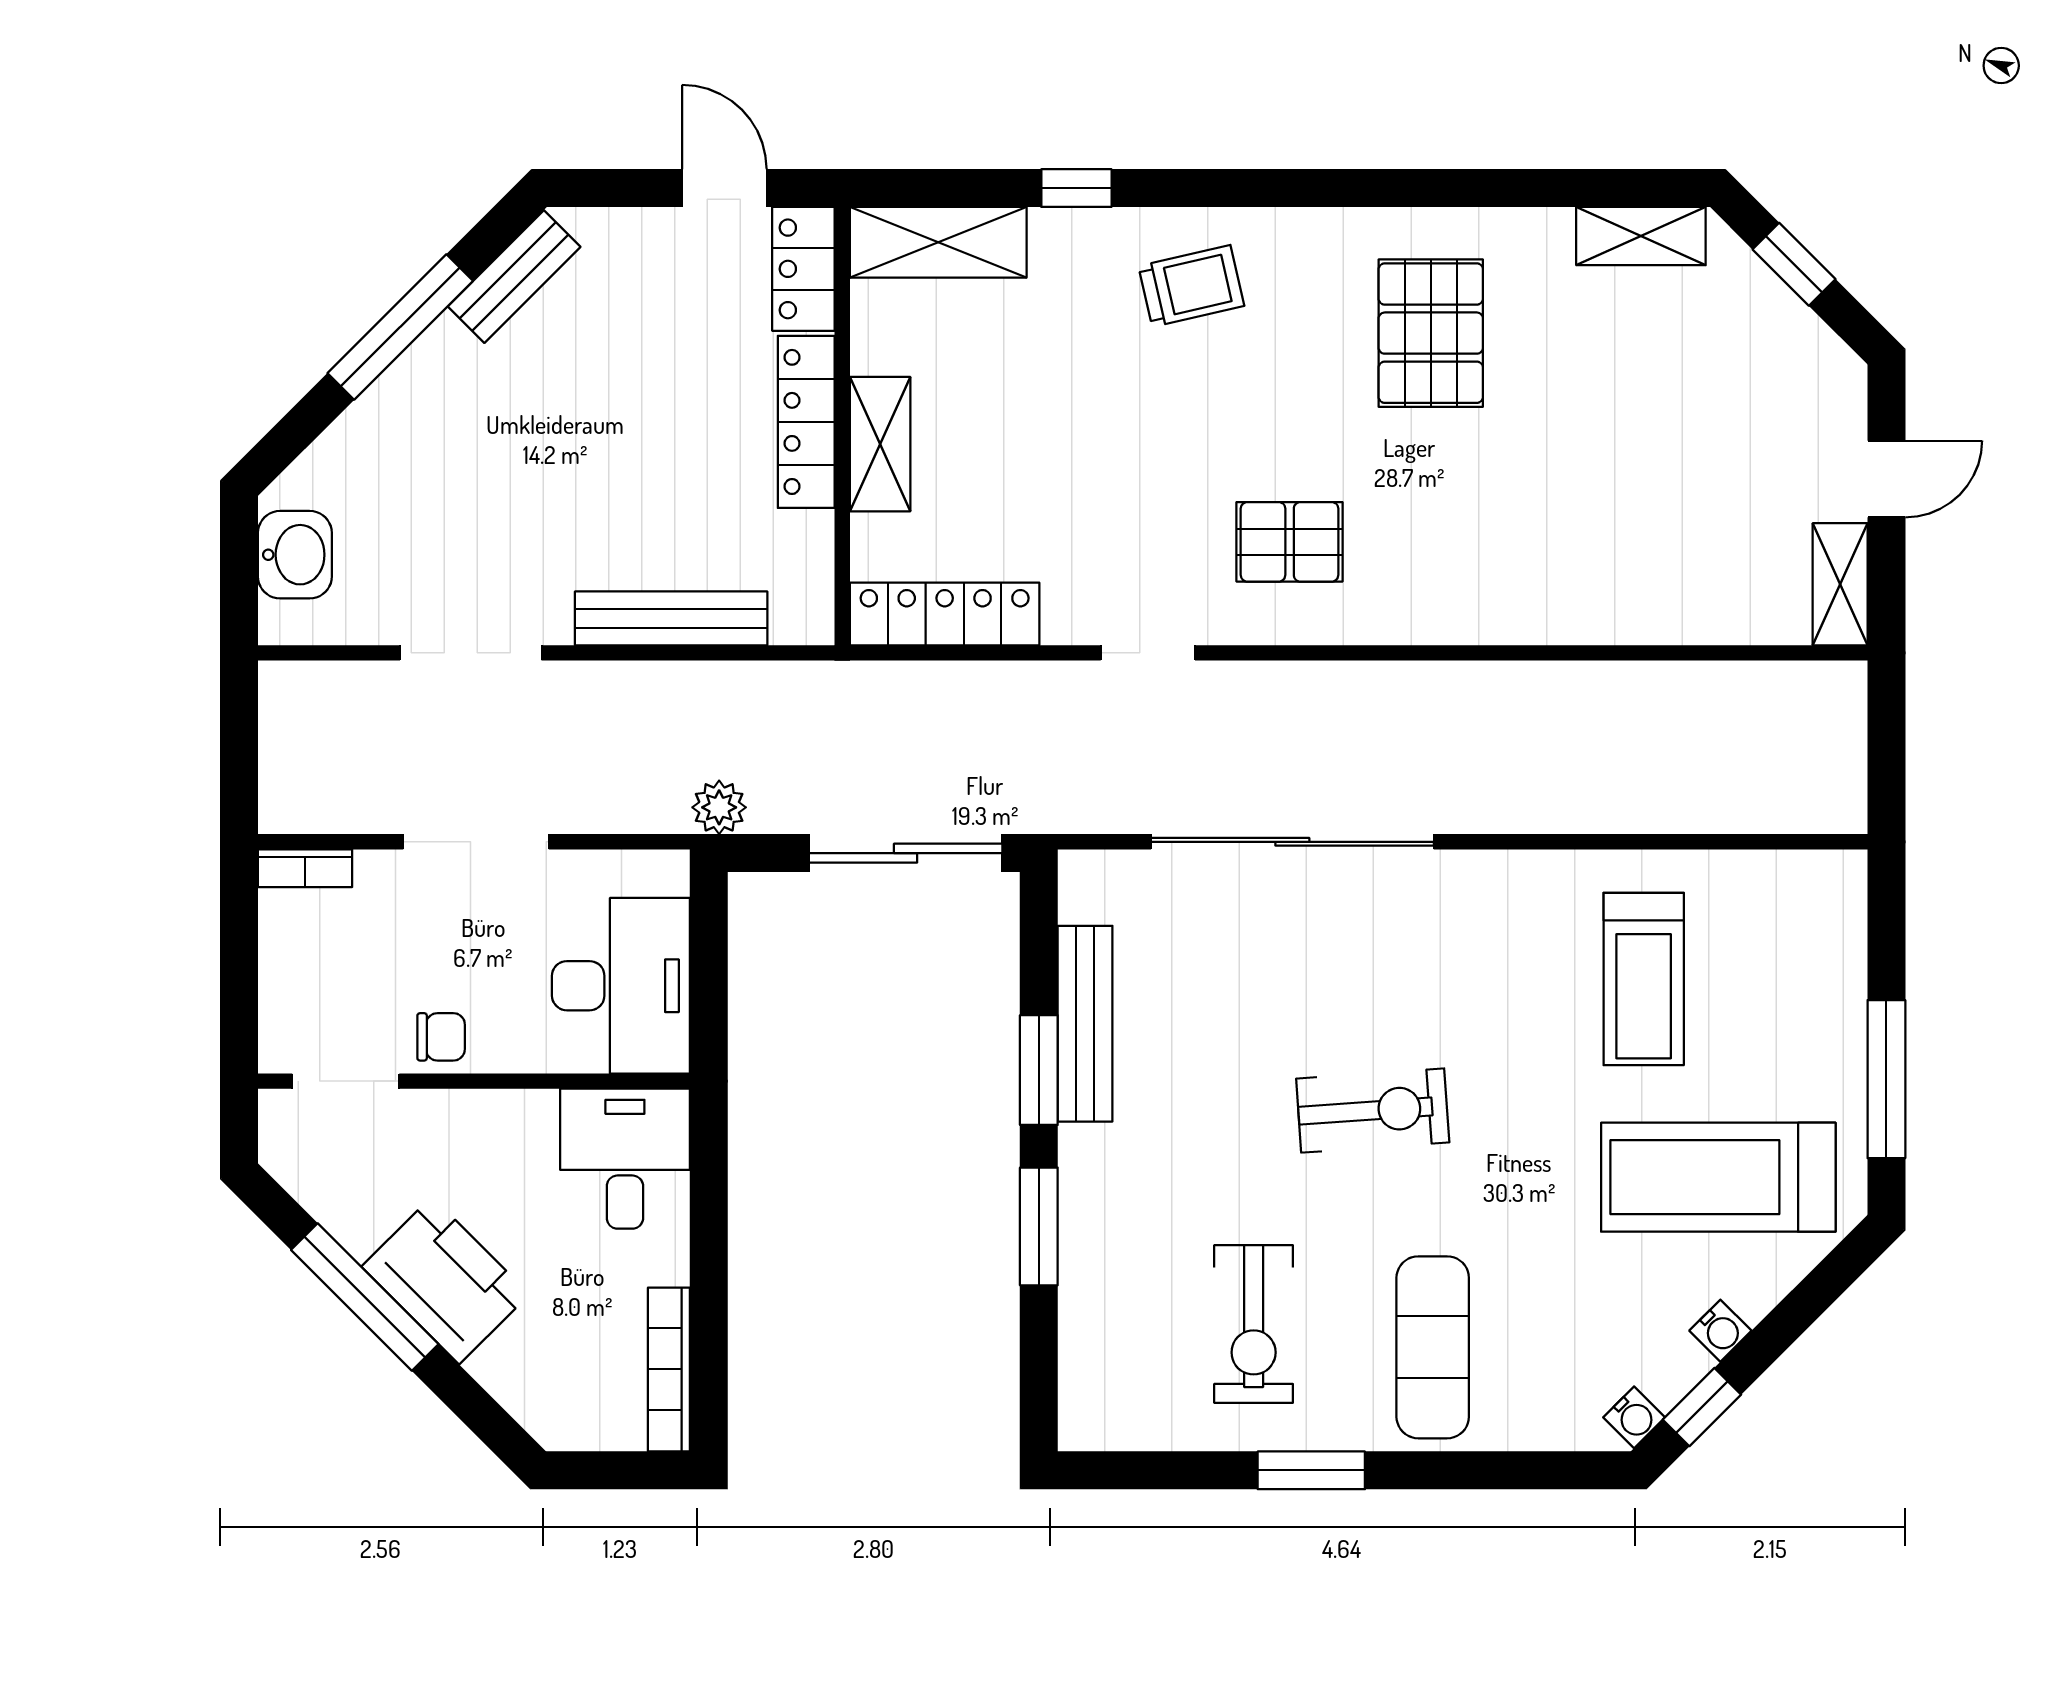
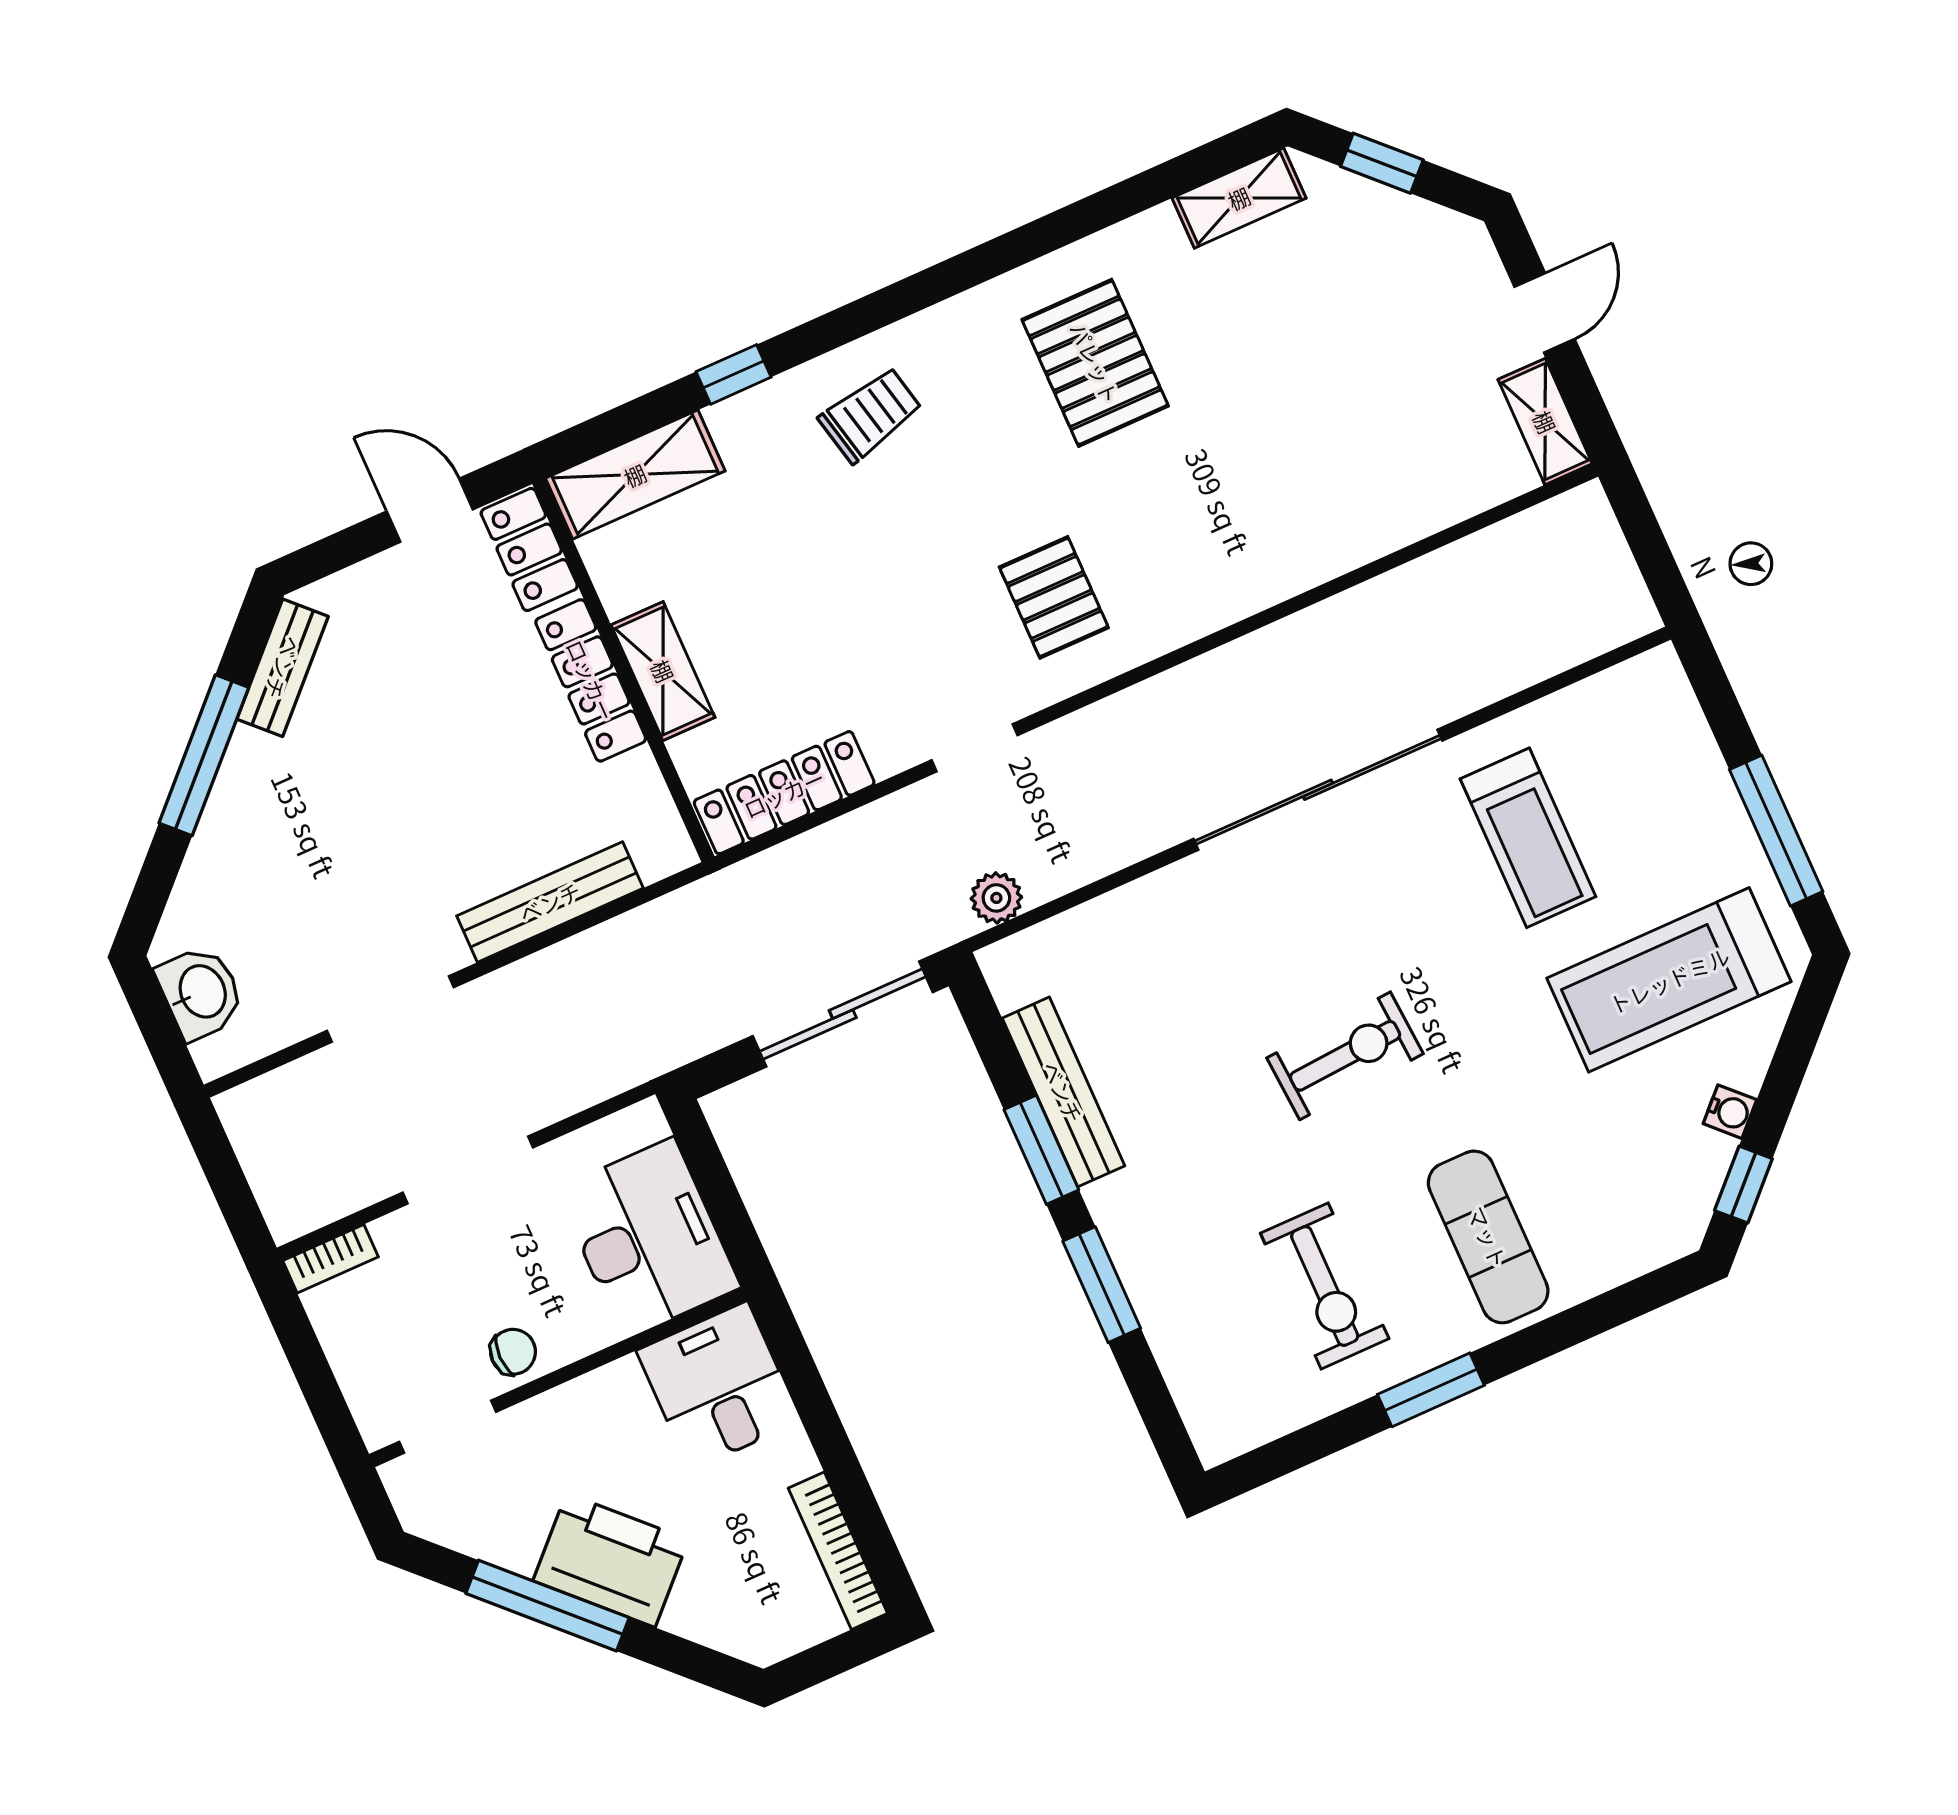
pallet: (1290, 542) -> (1054, 597), turned 90
plant: (719, 807) -> (996, 898), moved
sliding door: (1292, 842) -> (1318, 790), moved
water cooler: (1634, 1417) -> (1689, 1220), removed

